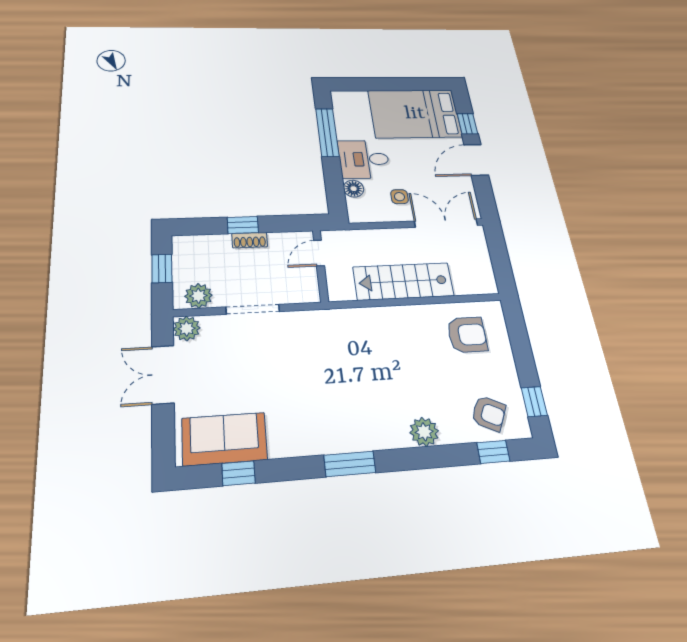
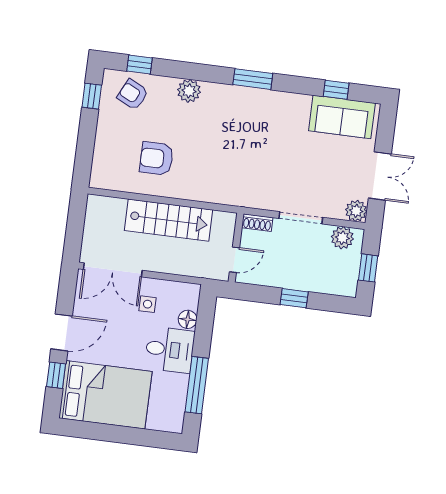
shoe rack: (250, 240) -> (257, 223), moved, turned 180
armchair: (467, 335) -> (156, 158), moved

